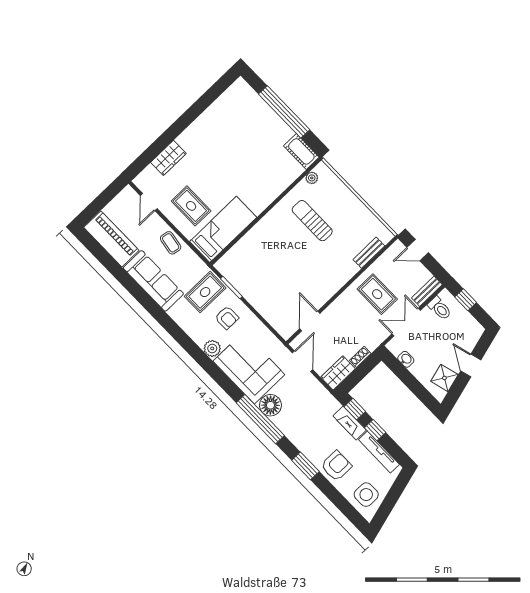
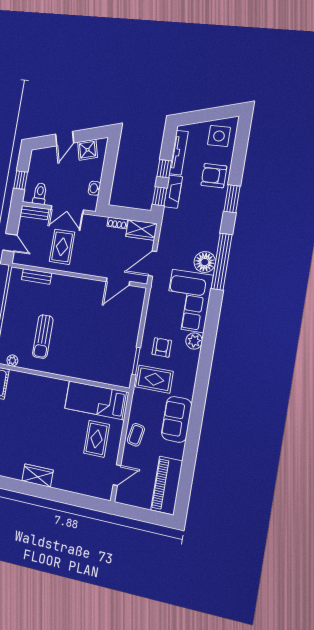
wardrobe: (168, 158) -> (38, 476), moved
sofa: (153, 281) -> (177, 419), width x0.73

